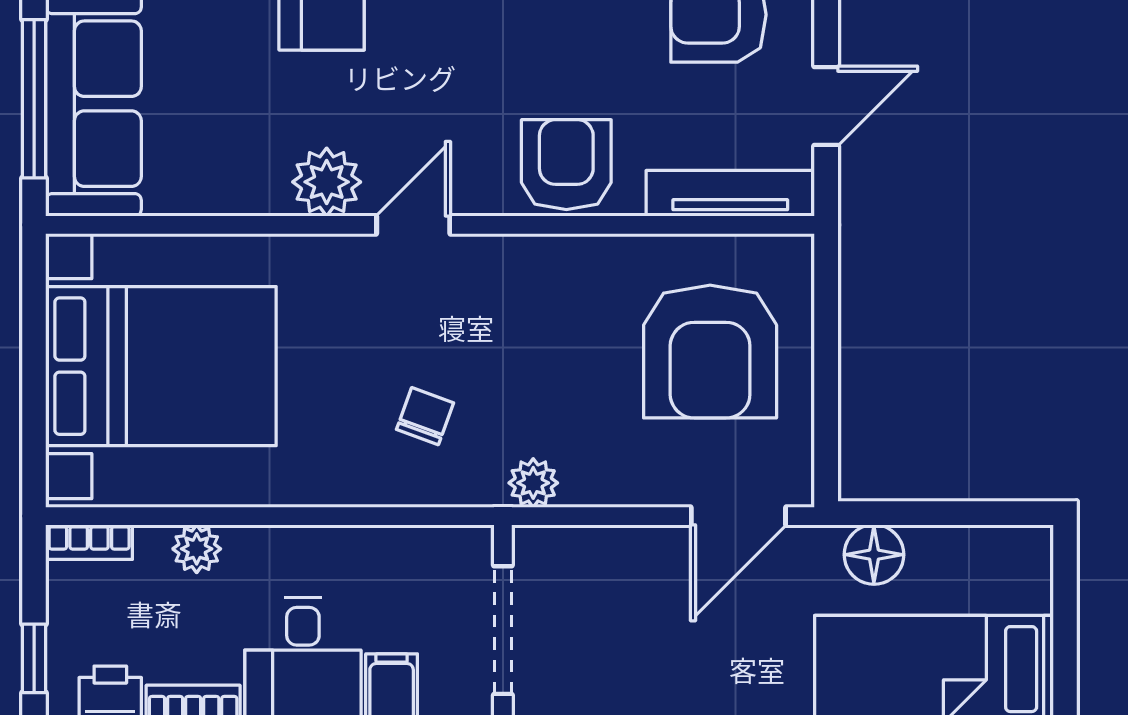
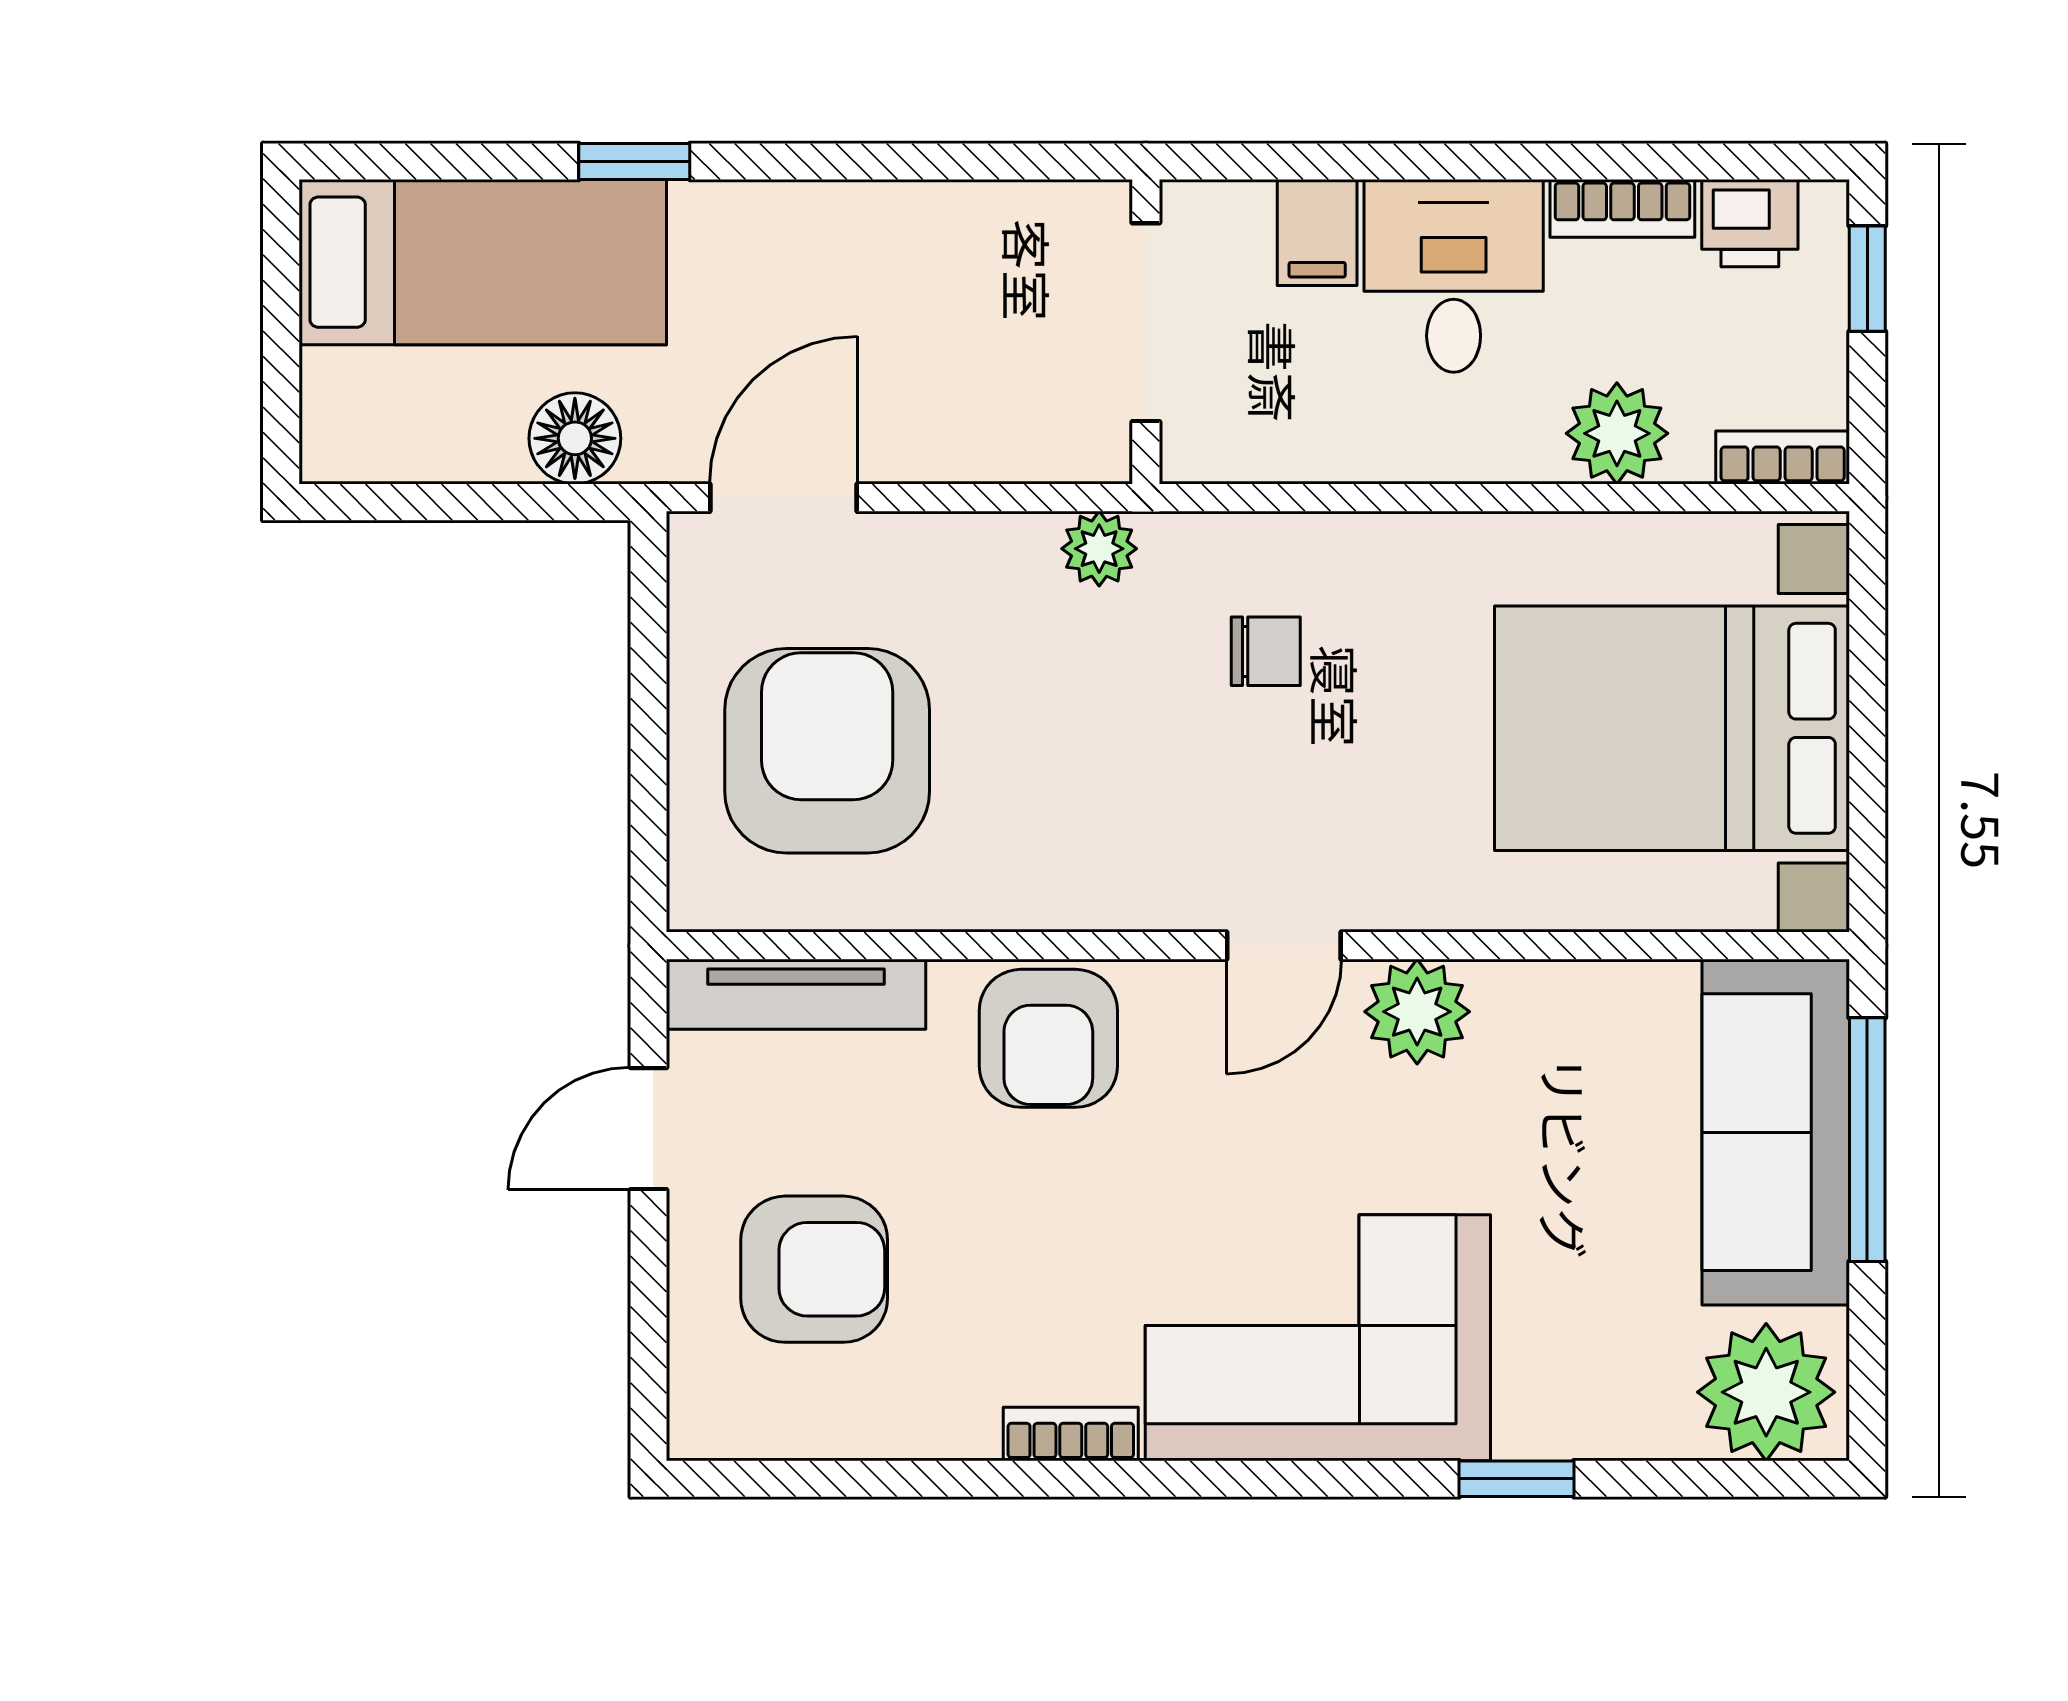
chair: (425, 416) -> (1266, 651), turned -110
plant: (197, 549) -> (1617, 433), width x1.38, depth x1.38

